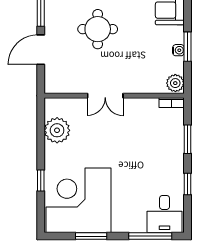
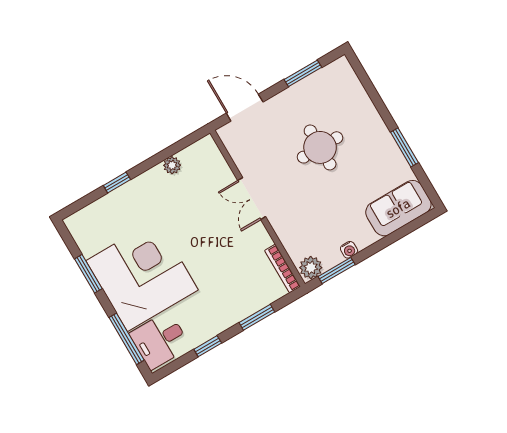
window: (188, 47) -> (337, 271), moved
door: (41, 50) -> (245, 108), moved
bookcase: (172, 103) -> (282, 269), width x1.56
plant: (57, 130) -> (172, 165), width x0.53, depth x0.53
corner desk: (79, 200) -> (142, 275), moved

